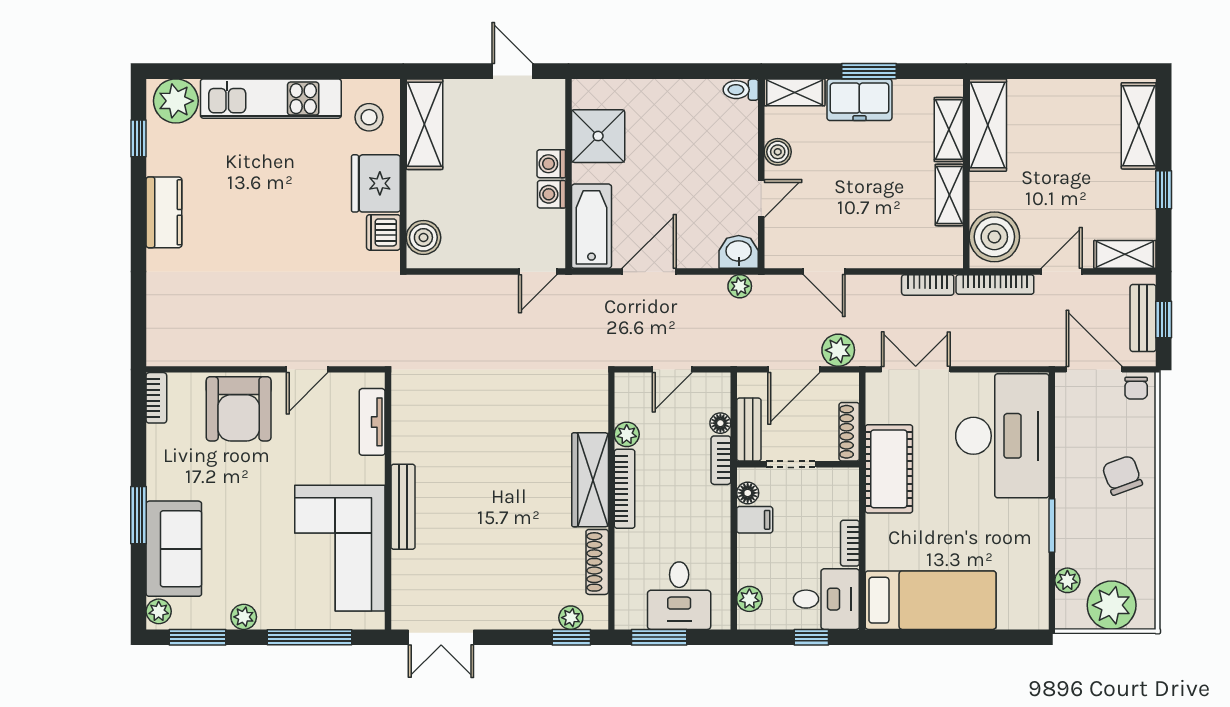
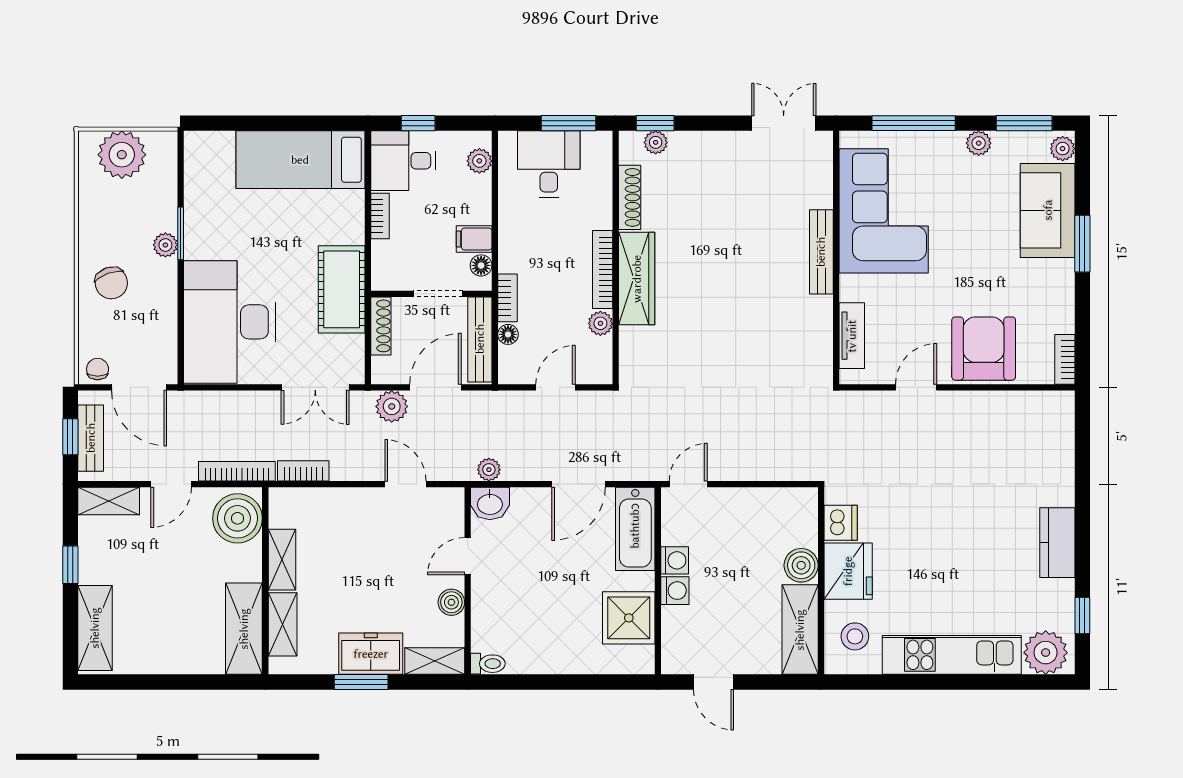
boiler: (423, 237) -> (801, 565), moved
bench: (749, 430) -> (480, 339), width x1.36
plant: (1067, 580) -> (165, 245), moved

